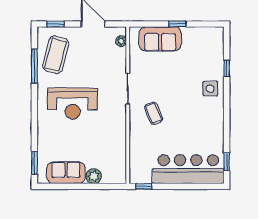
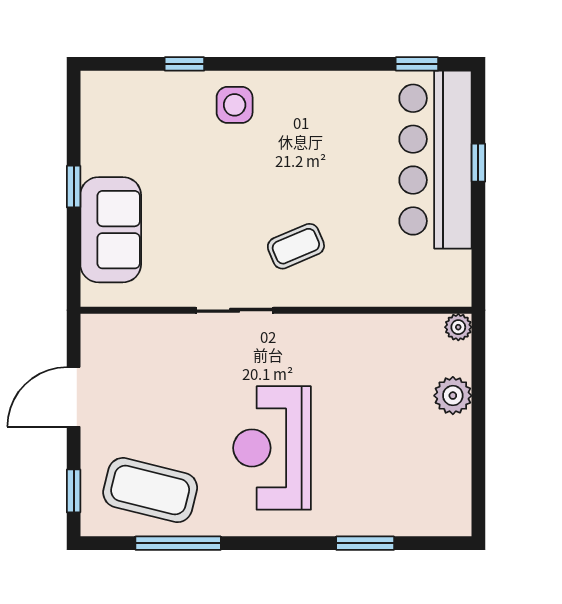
plant: (121, 41) -> (458, 327), moved
reception desk: (73, 104) -> (272, 448), turned 180
window: (34, 163) -> (365, 543), moved
sofa: (66, 173) -> (444, 464), removed
window: (144, 186) -> (478, 163), moved

